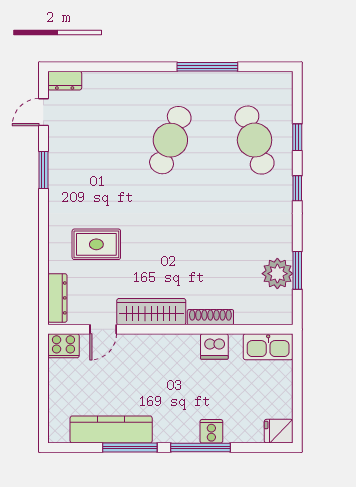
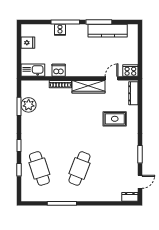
fridge: (279, 431) -> (28, 43), moved

